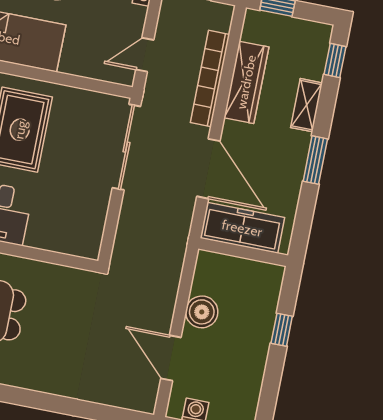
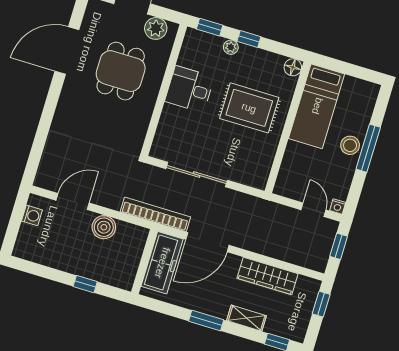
door: (145, 55) -> (314, 210), moved
bookcase: (210, 79) -> (155, 214), moved
sliding door: (126, 147) -> (197, 174), moved

